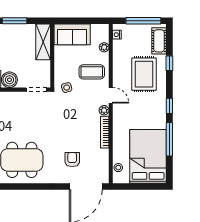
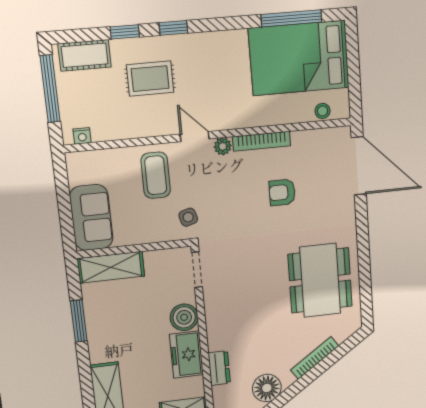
plant: (104, 47) -> (108, 157), removed
rug: (144, 74) -> (150, 79), width x0.73, depth x0.70
door: (111, 95) -> (195, 137), hinge flipped
window: (169, 106) -> (173, 28), moved
window: (169, 139) -> (291, 18), moved
armchair: (72, 160) -> (282, 192), moved

